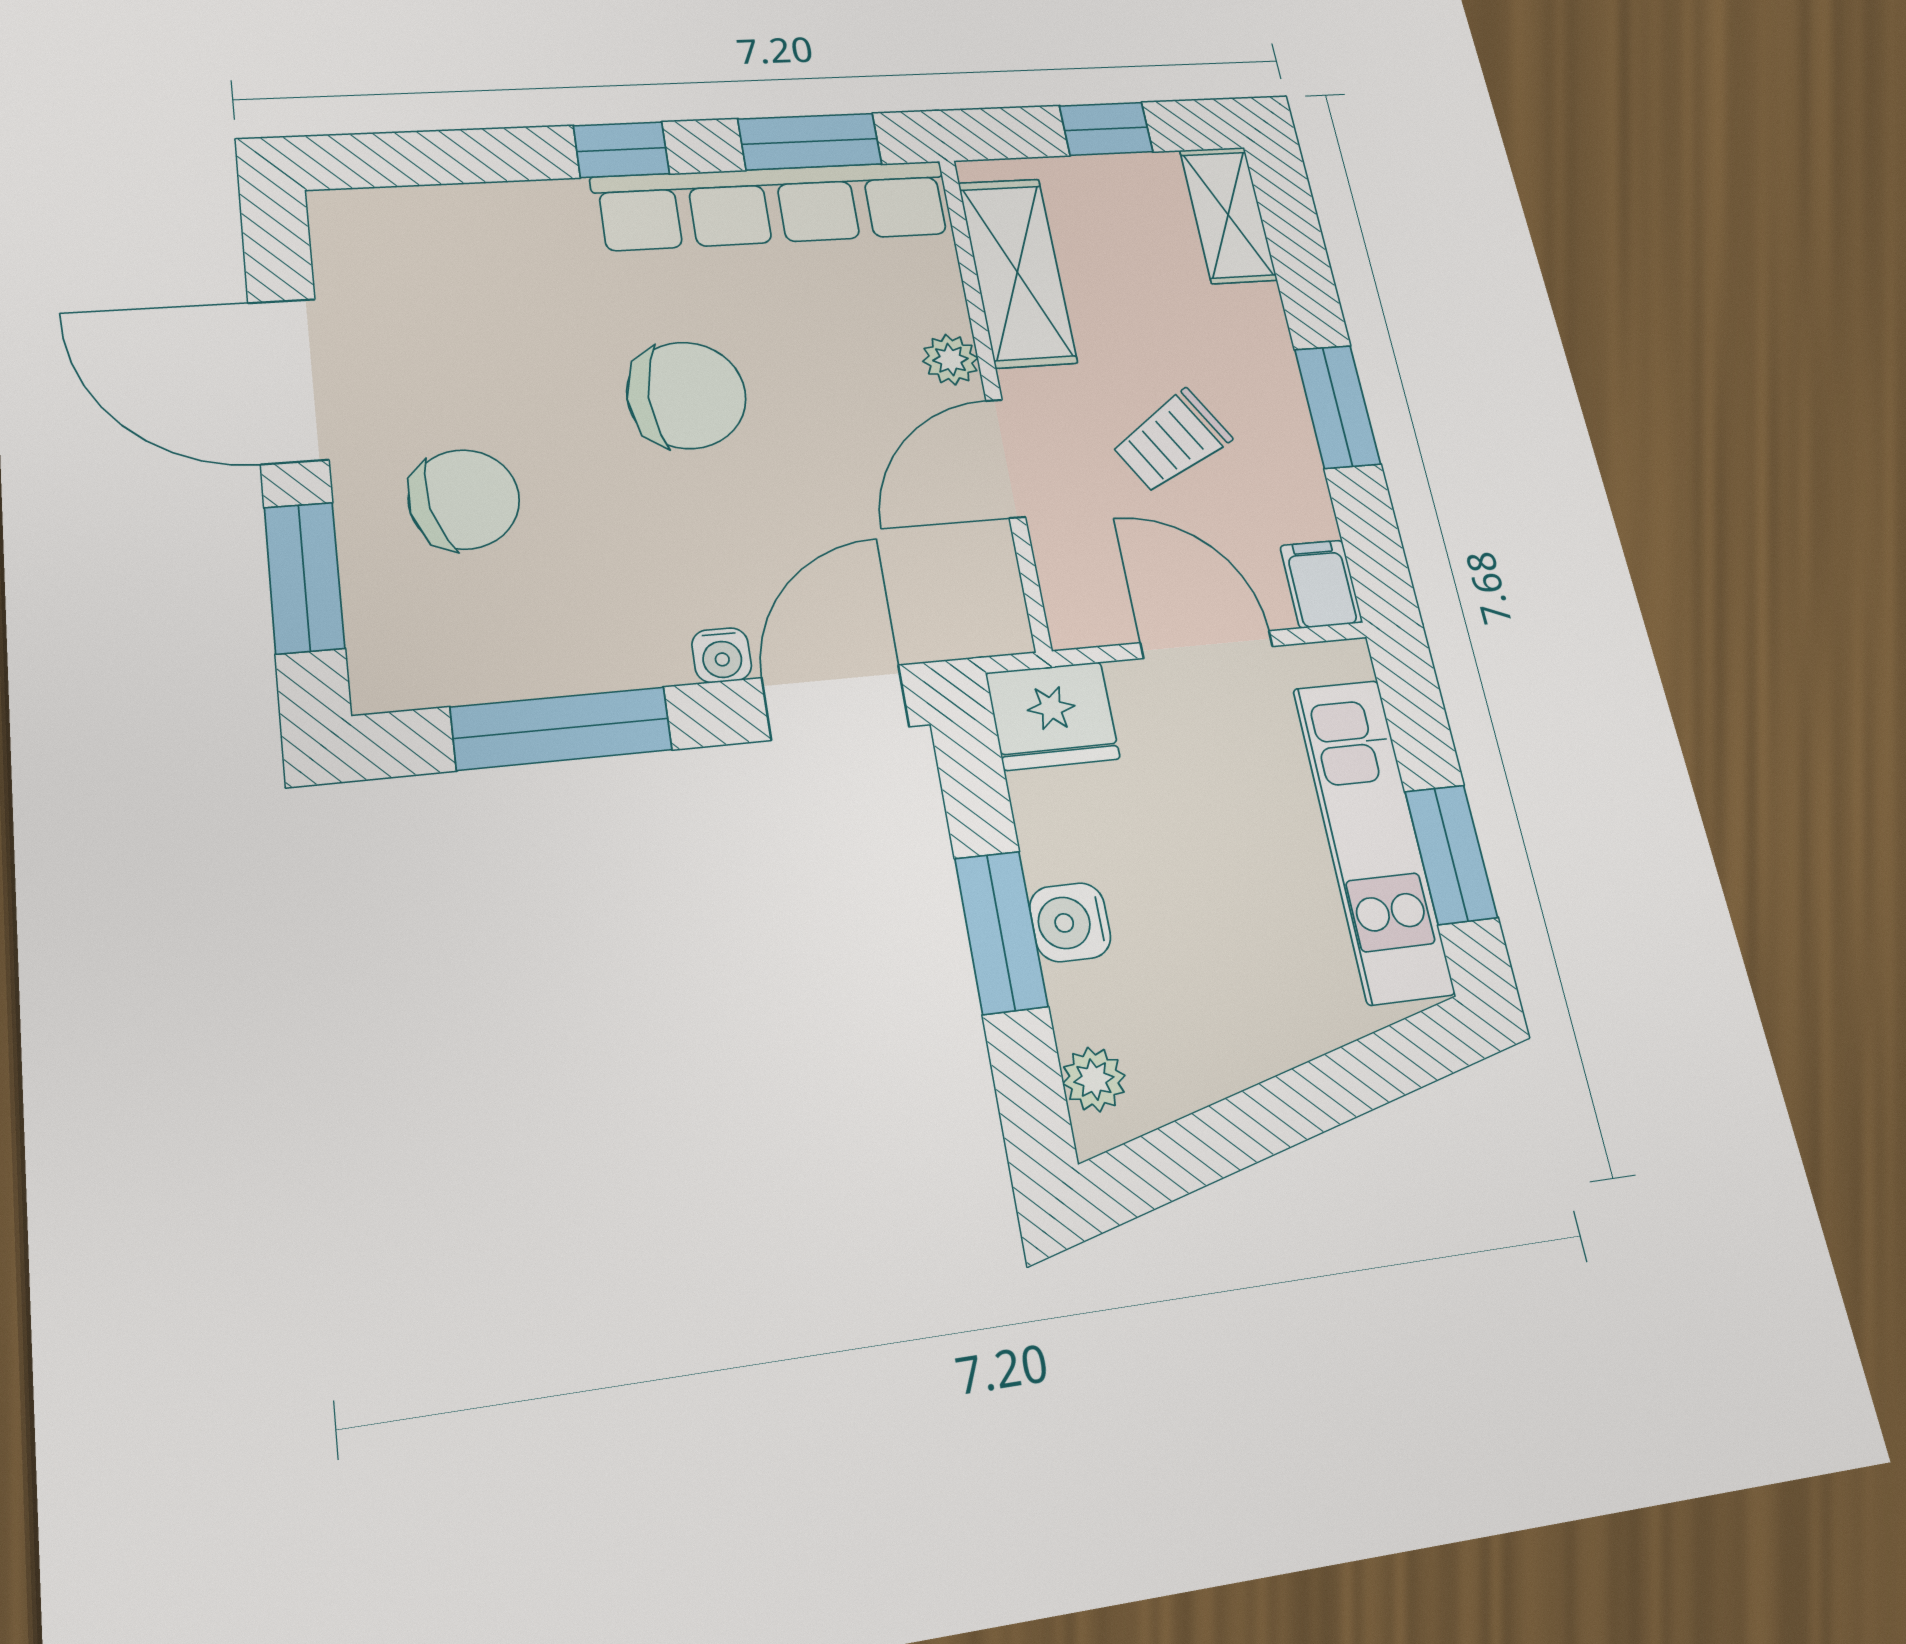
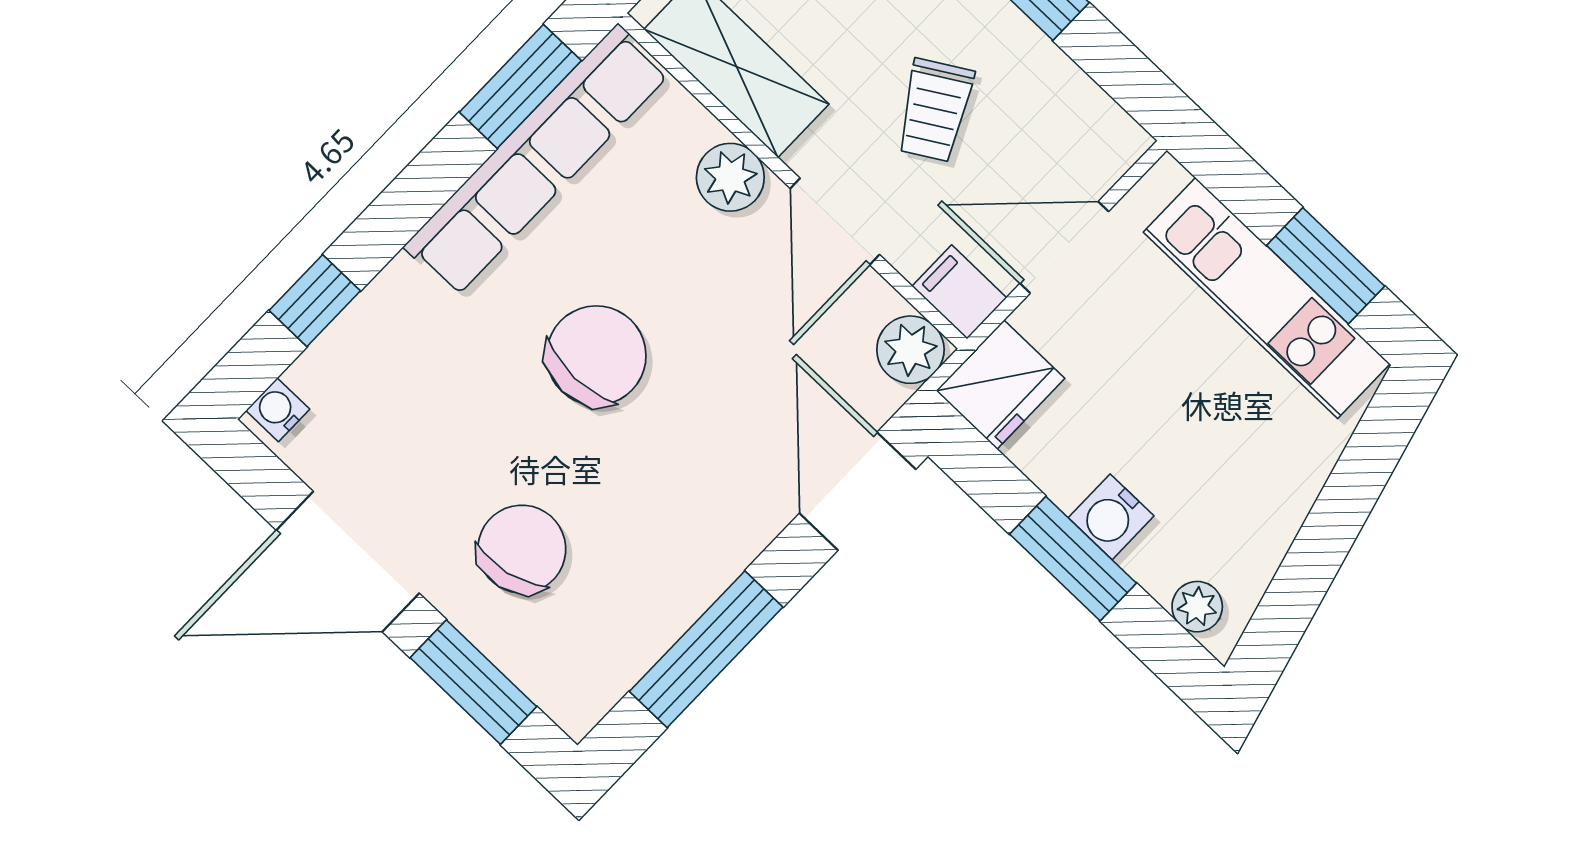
window: (621, 150) -> (315, 301), moved
plant: (950, 360) -> (730, 177), width x1.38, depth x1.38
filing cabinet: (1321, 584) -> (959, 292), moved
plant: (989, 619) -> (910, 350), added
water cooler: (722, 655) -> (278, 410), moved, turned 180

